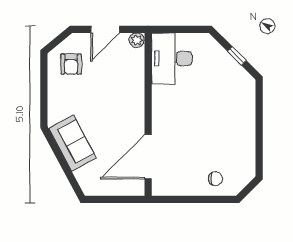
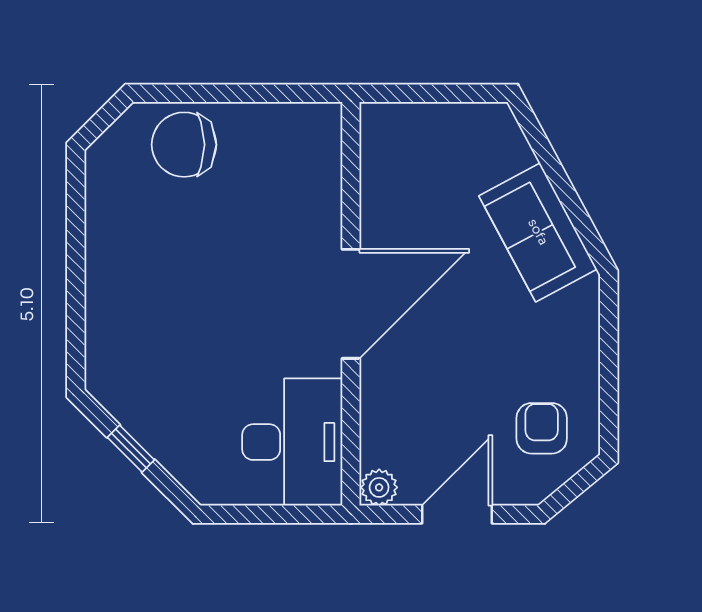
door: (148, 157) -> (351, 304), moved
chair: (215, 179) -> (184, 145), width x1.87, depth x1.87

